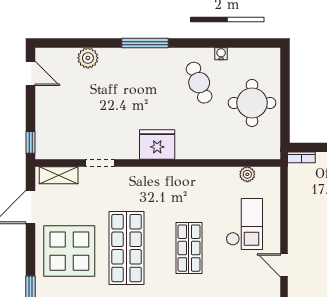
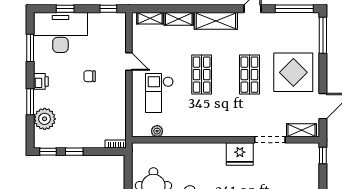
fridge: (157, 144) -> (240, 154), moved
doorway: (100, 163) -> (270, 140), width x1.38
shop shelf: (127, 248) -> (249, 75), width x0.70, depth x0.74

